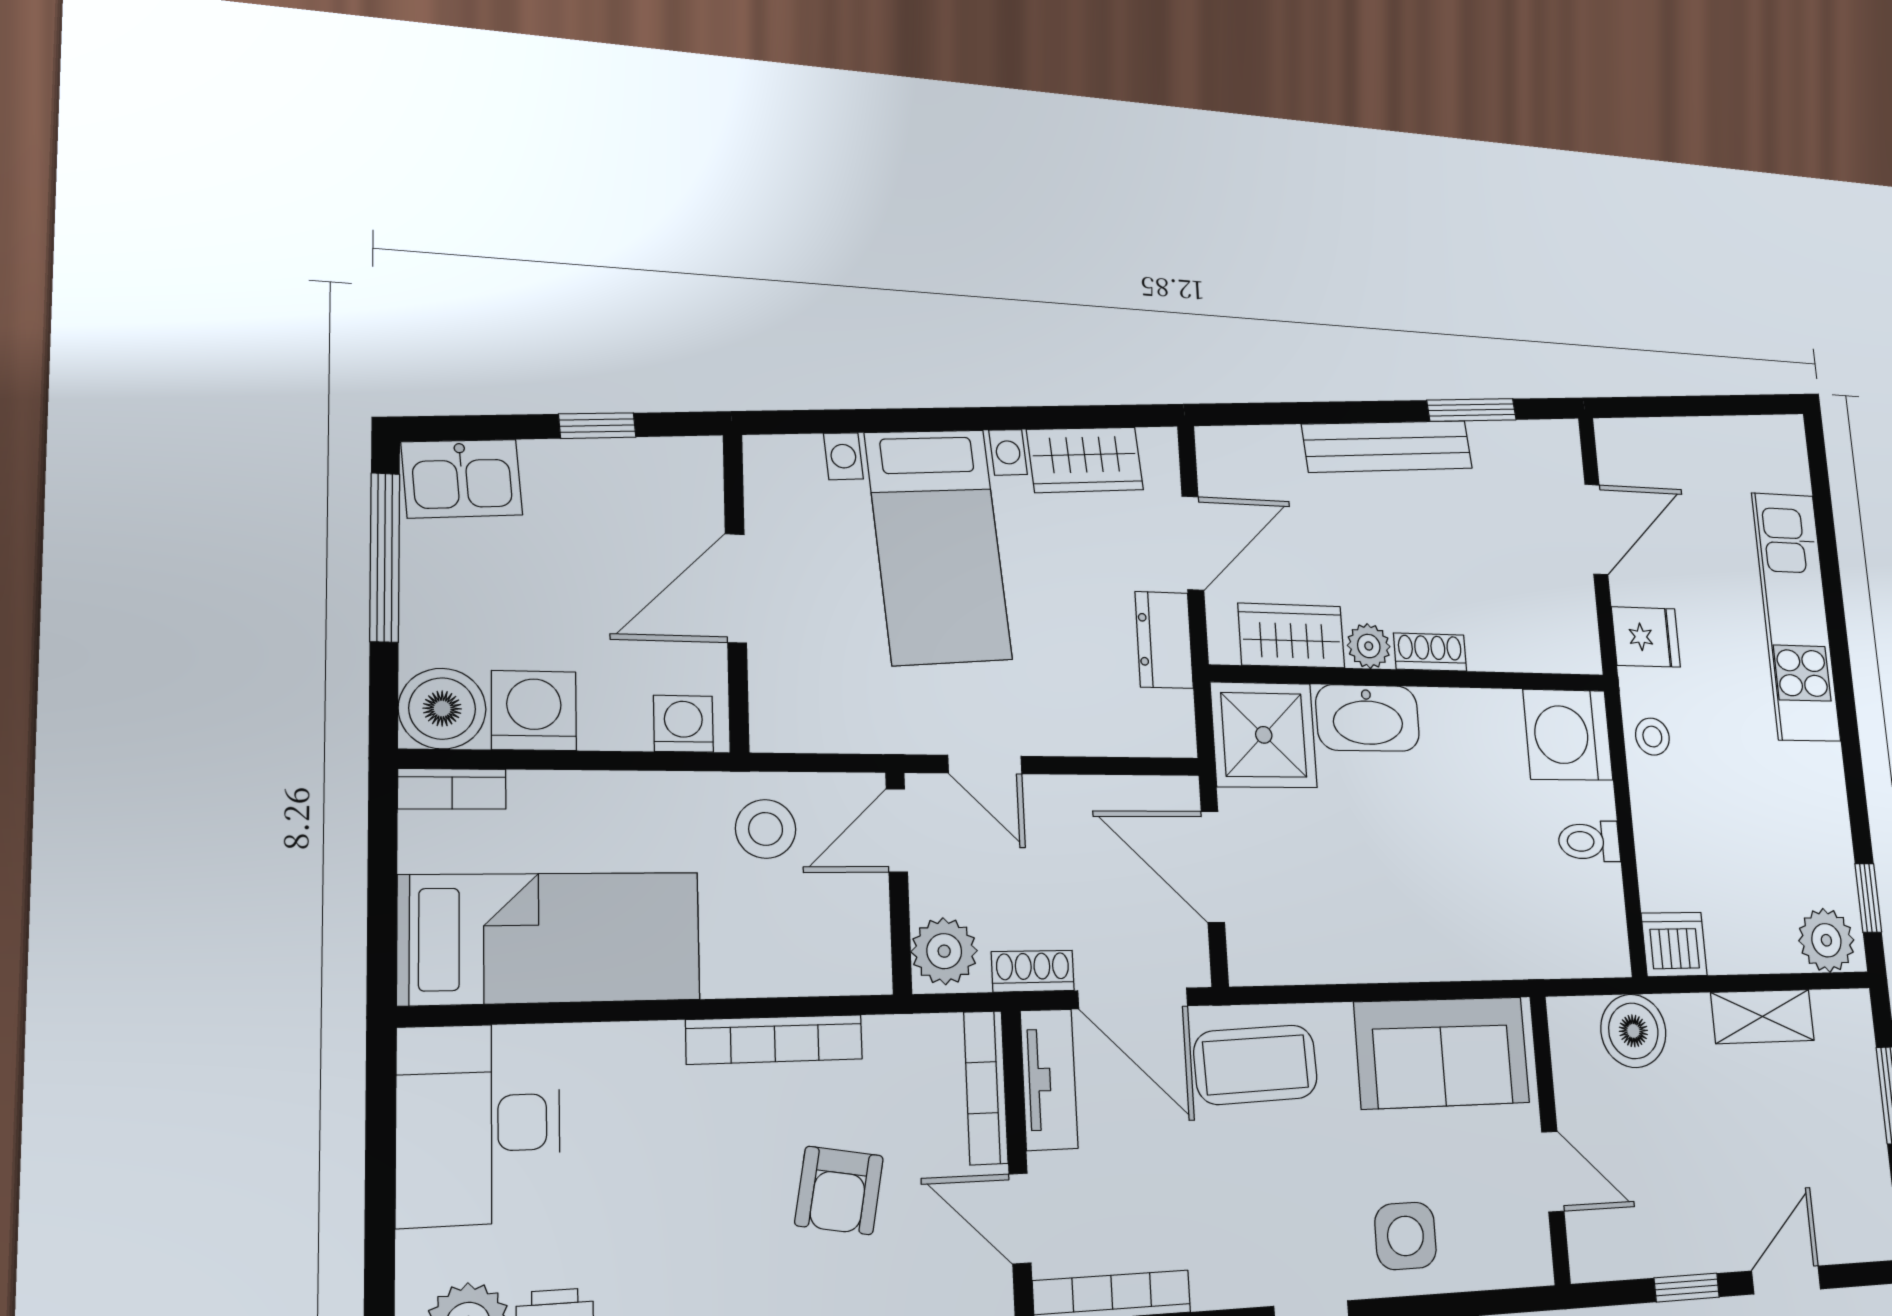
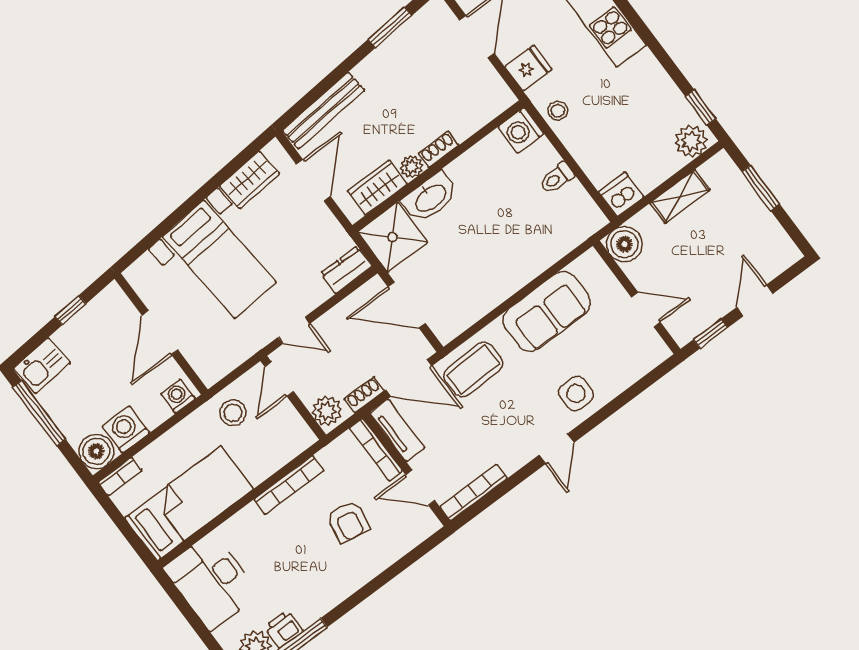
bench: (1388, 446) -> (323, 111), moved
dresser: (1164, 640) -> (346, 270), moved, turned 90
washing machine: (1568, 735) -> (521, 130), width x0.73, depth x0.73
wall: (1550, 1139) -> (637, 297), moved
door: (1553, 1172) -> (646, 310), moved

